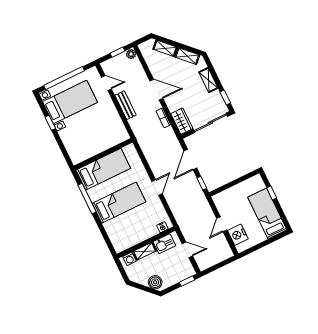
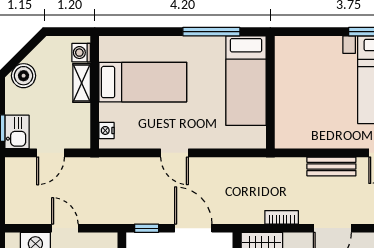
bed: (119, 203) -> (143, 82), moved, turned -90
kitchen sink: (164, 244) -> (17, 132), moved, turned 180

